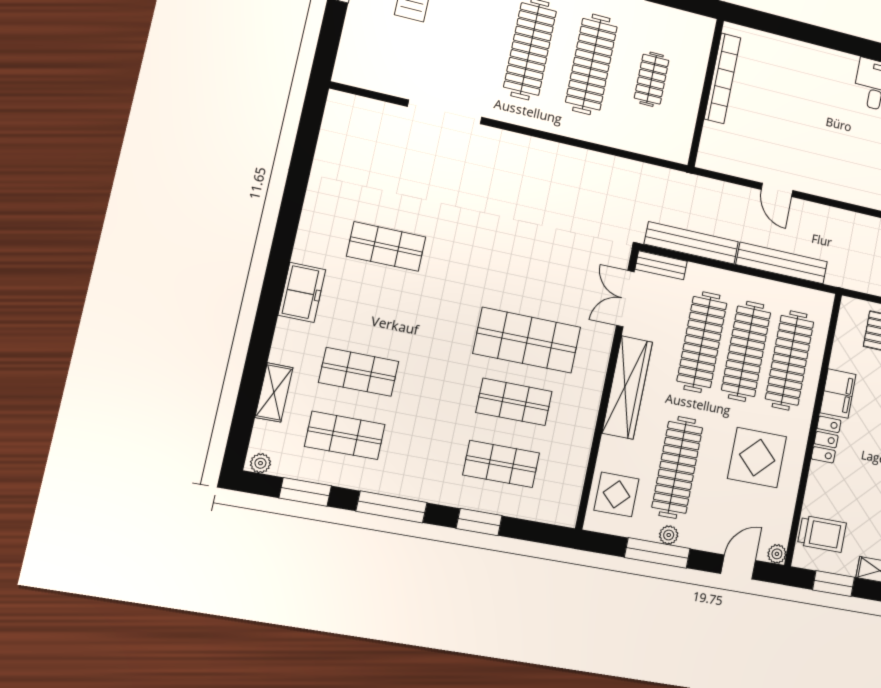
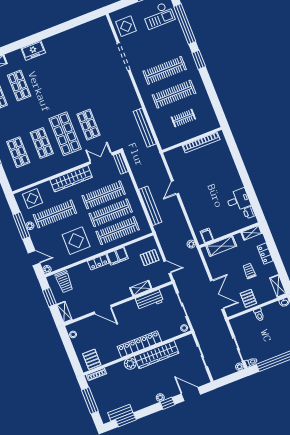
display table: (383, 64) -> (126, 26), added
bench: (691, 243) -> (145, 128), moved
shop shelf: (386, 246) -> (89, 125), moved

